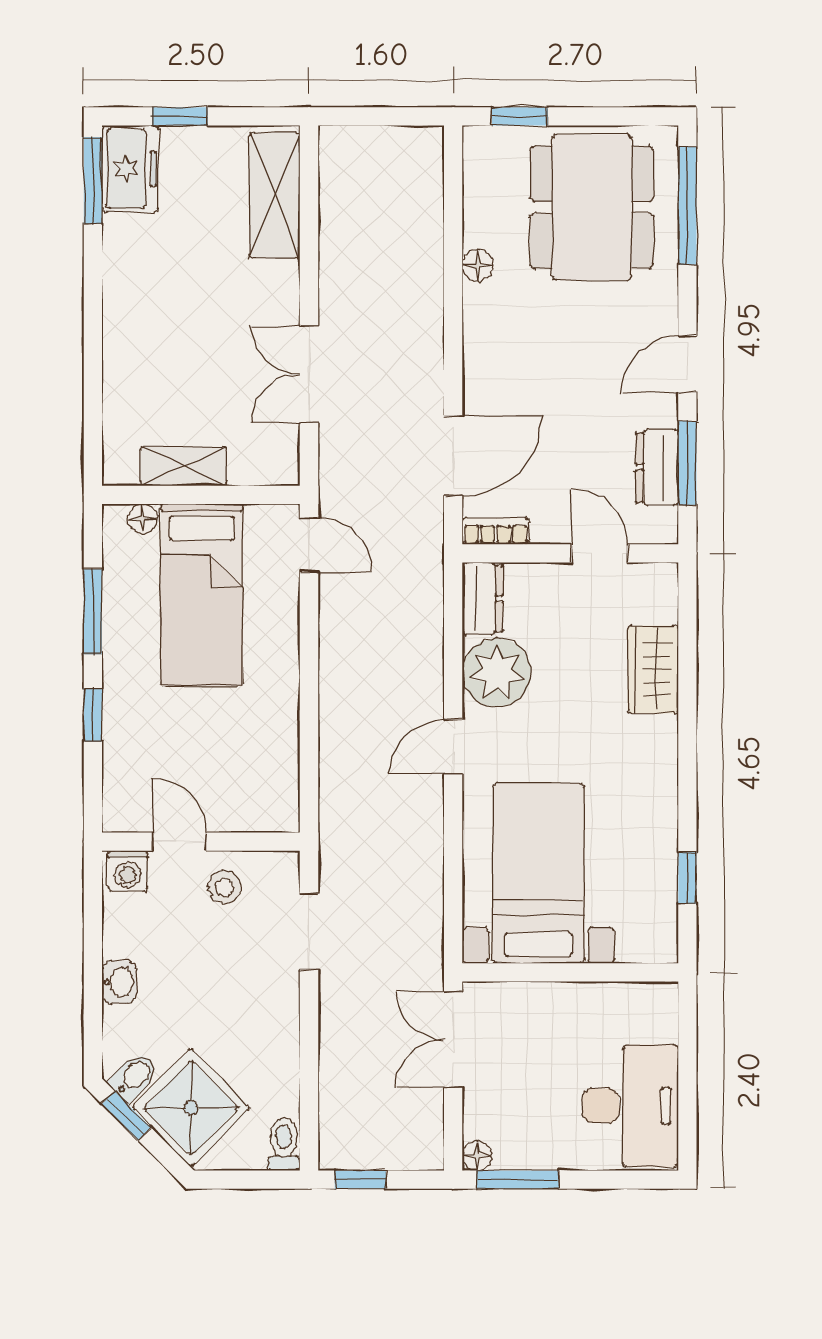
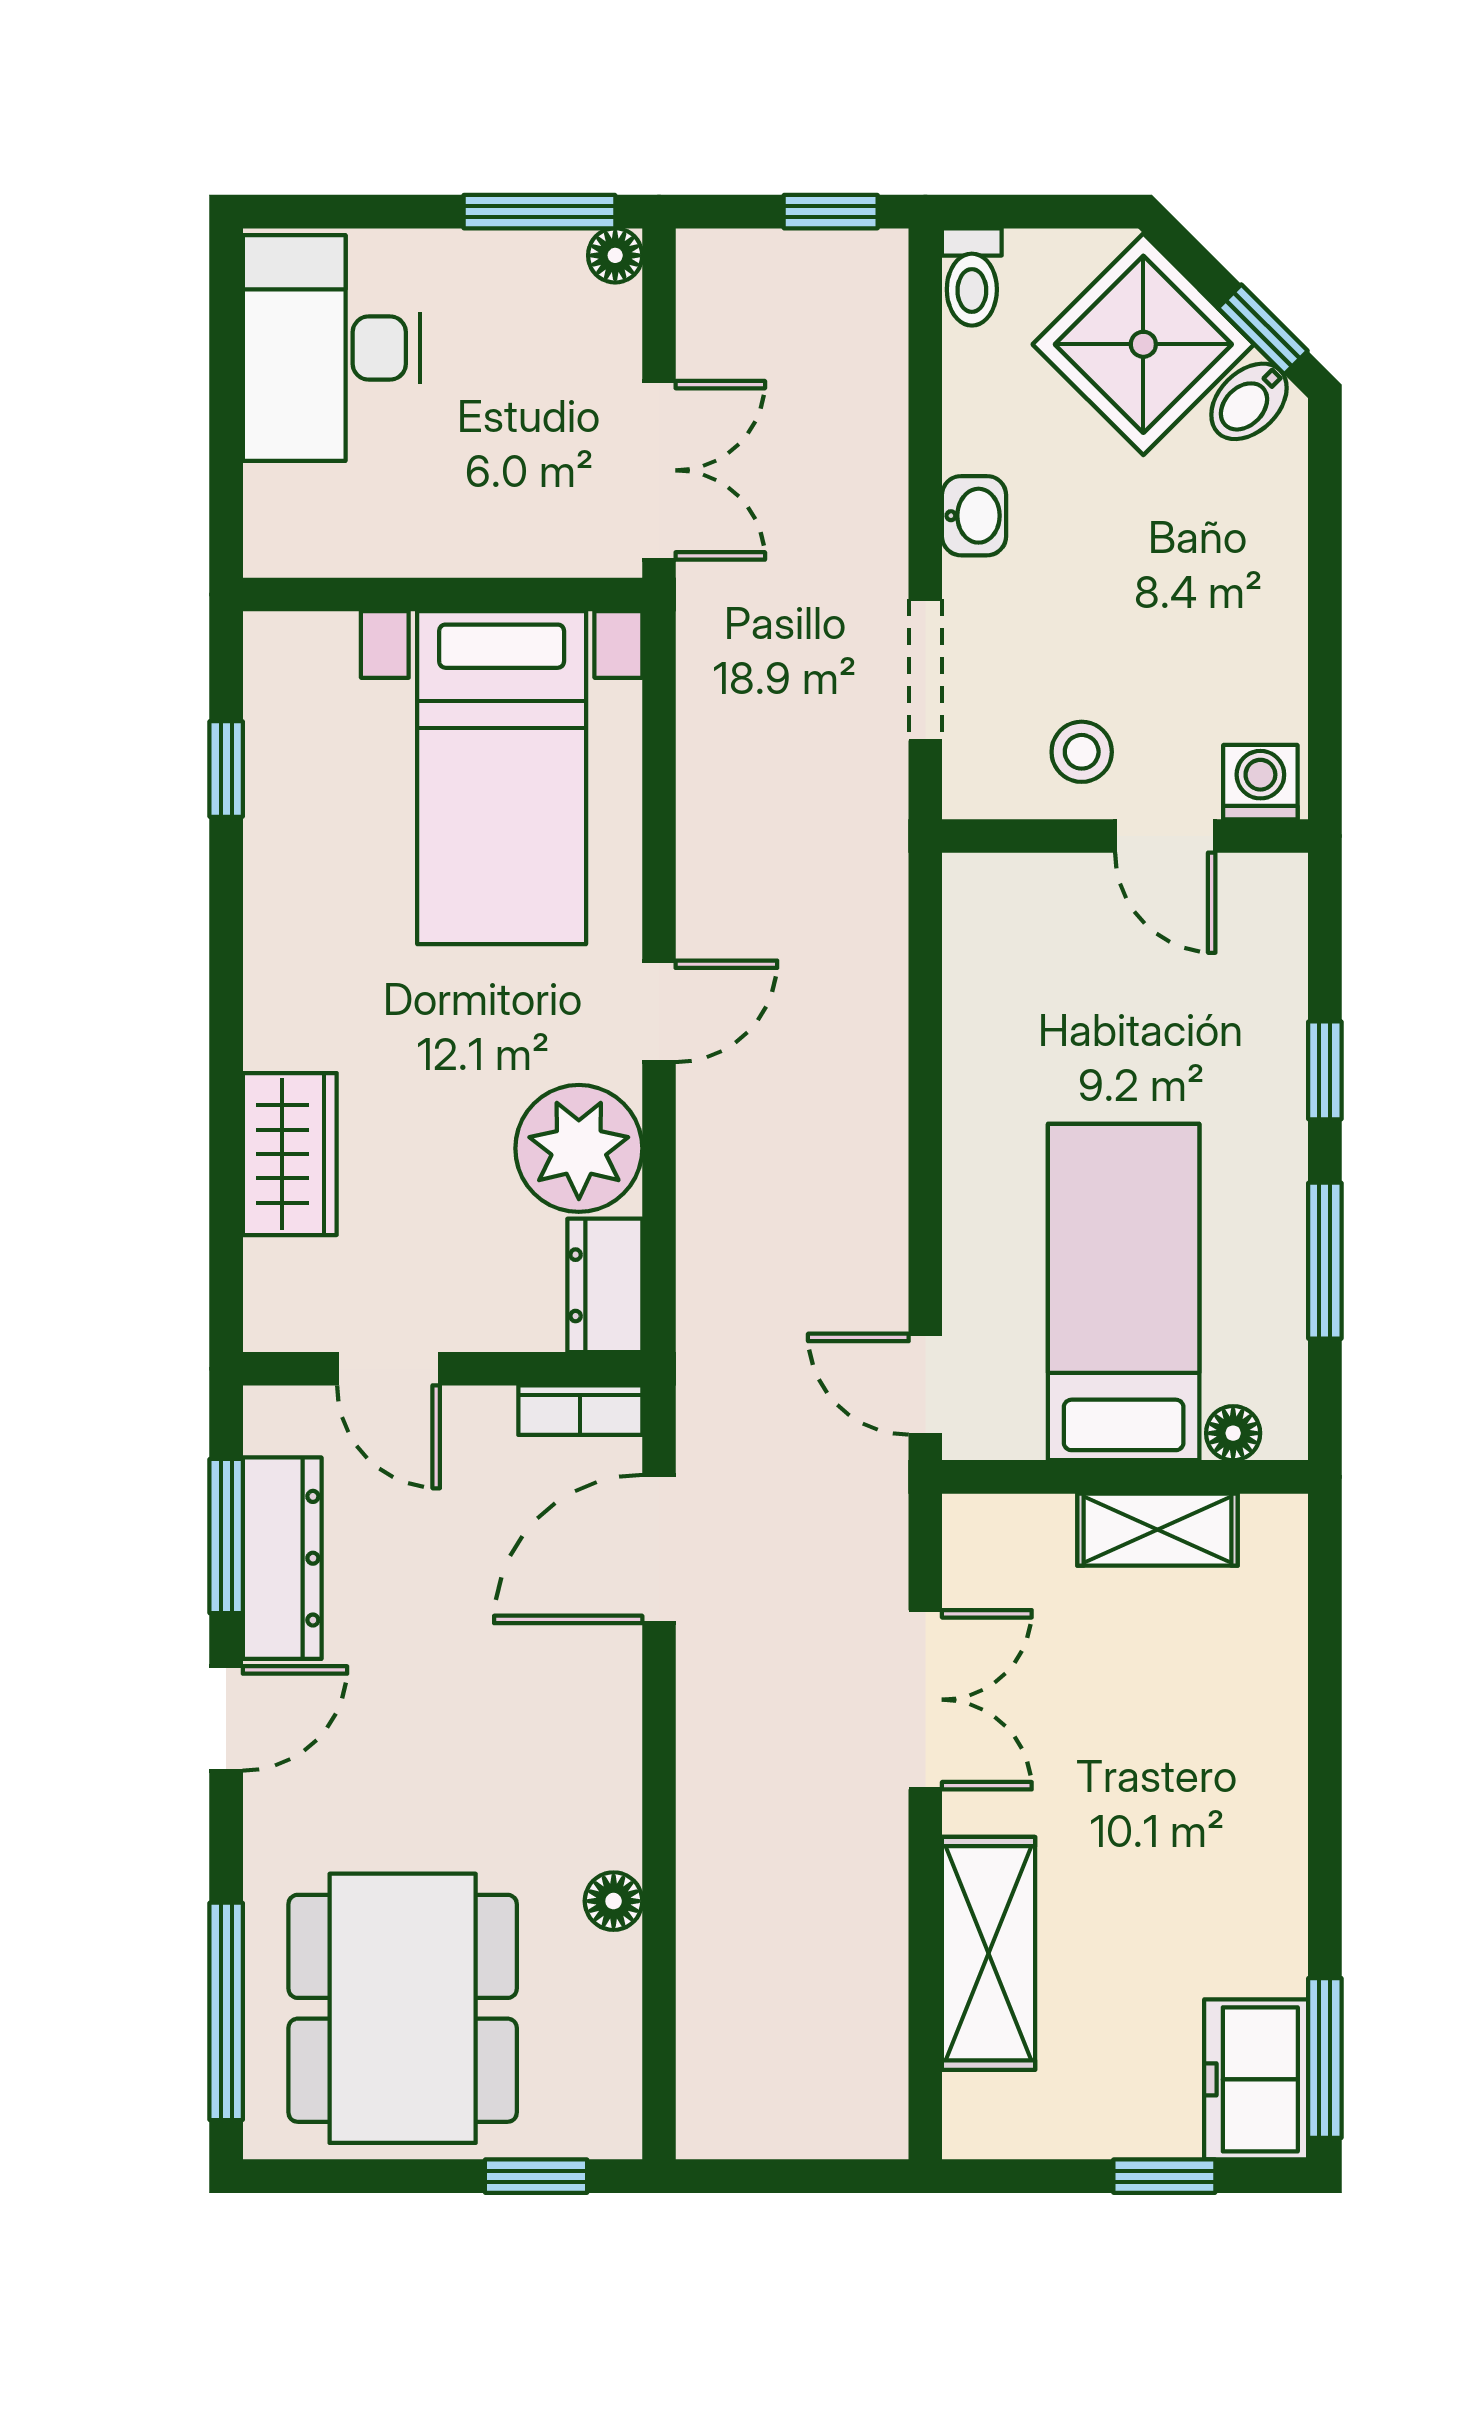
shelving: (275, 195) -> (989, 1953), moved
dresser: (657, 467) -> (282, 1558), width x1.44
washbasin: (119, 982) -> (974, 516), moved, turned 180

